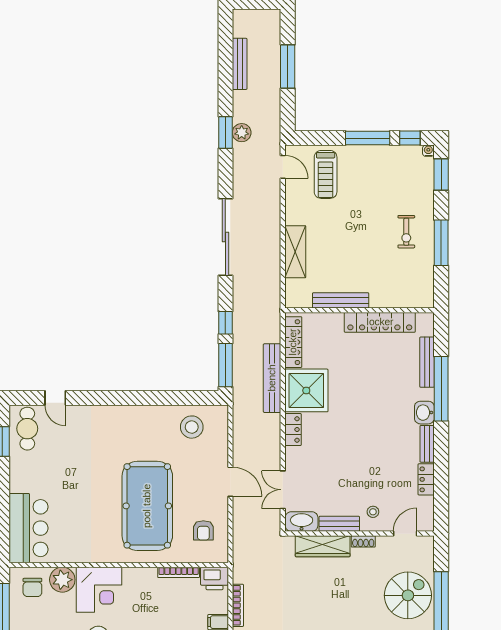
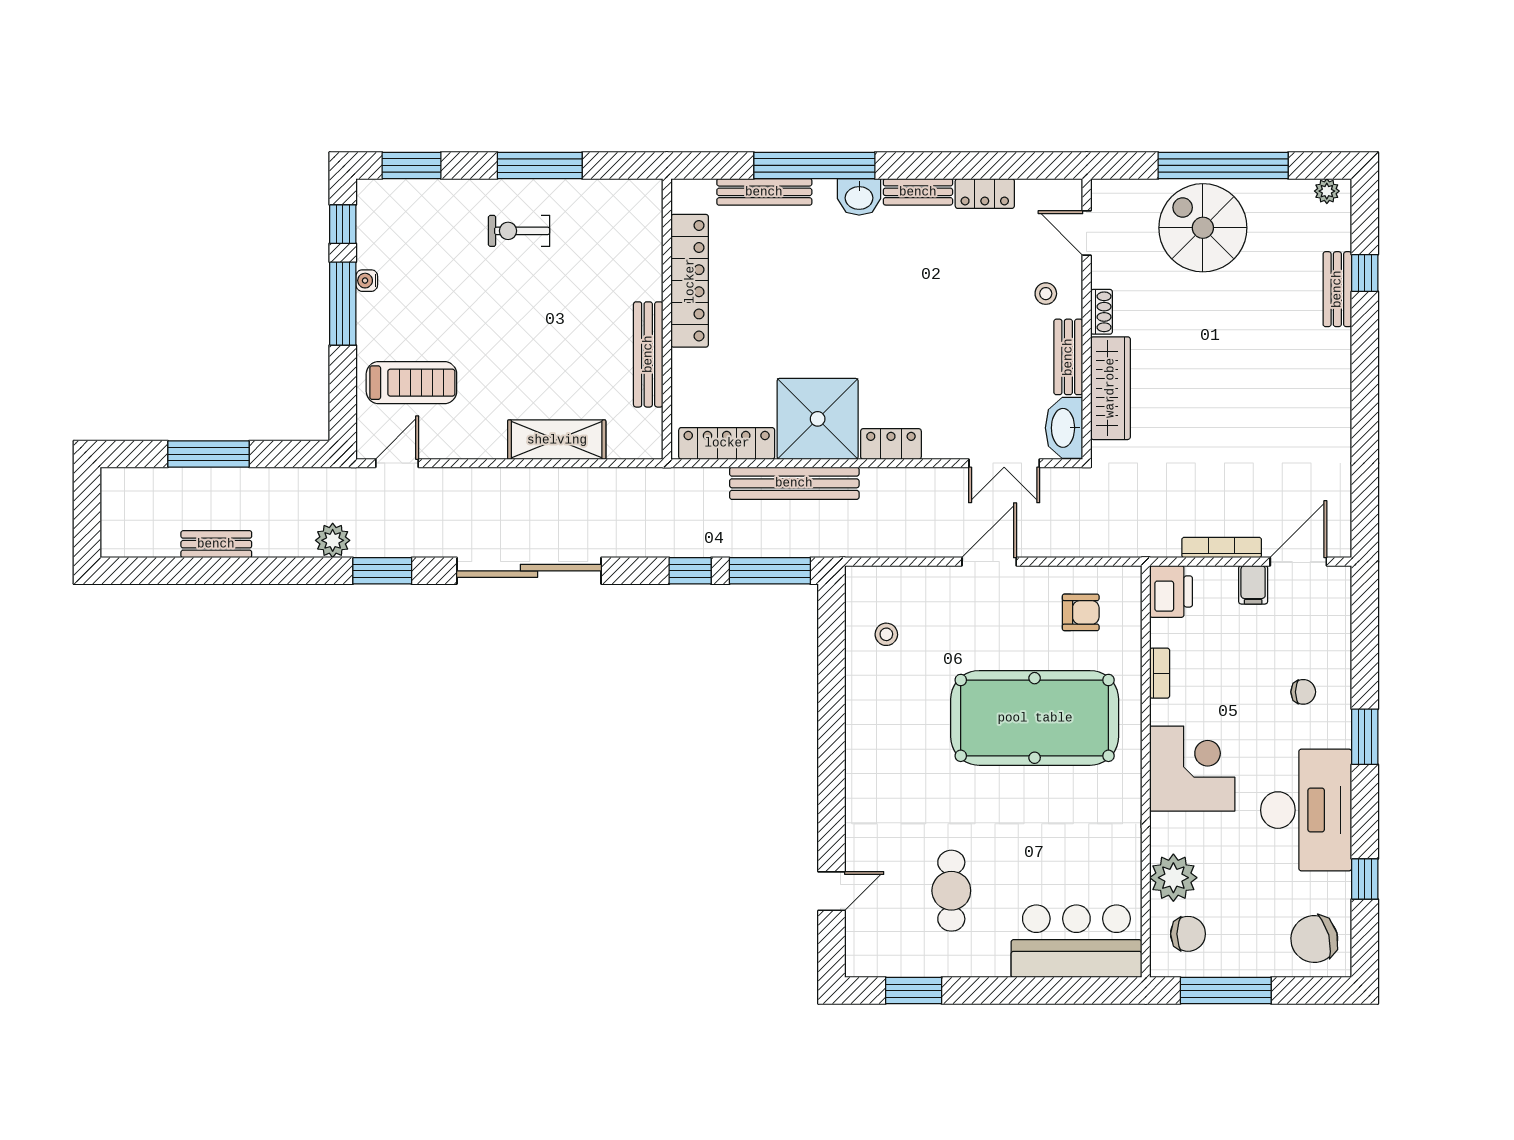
bench: (240, 64) -> (216, 544), width x0.73
window: (225, 133) -> (382, 571), moved
water cooler: (428, 151) -> (367, 281), moved
exercise bike: (406, 232) -> (519, 231), turned 180
stool: (192, 427) -> (886, 634), width x0.53, depth x0.53
cafe table: (27, 429) -> (951, 891), moved, turned 90
bookcase: (179, 572) -> (1160, 673), width x0.64
corner desk: (99, 590) -> (1192, 769), moved

